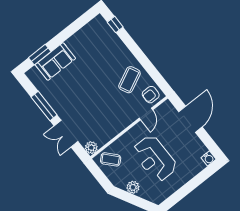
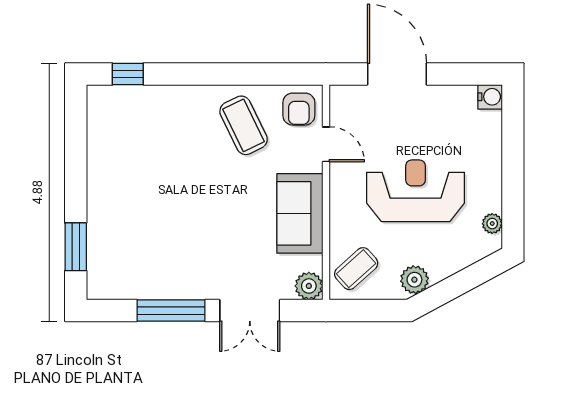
sofa: (55, 62) -> (300, 213), moved, turned 180
reception desk: (155, 159) -> (416, 191), turned 180
plant: (133, 187) -> (414, 280), moved
plant: (165, 195) -> (492, 224), added

